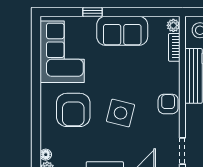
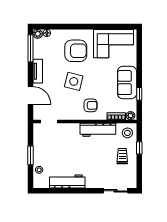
window: (93, 12) -> (139, 94), moved
armchair: (168, 104) -> (91, 105), moved
armchair: (73, 110) -> (76, 51), turned 180

